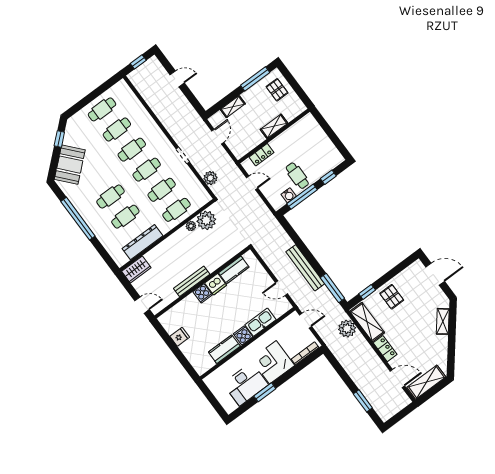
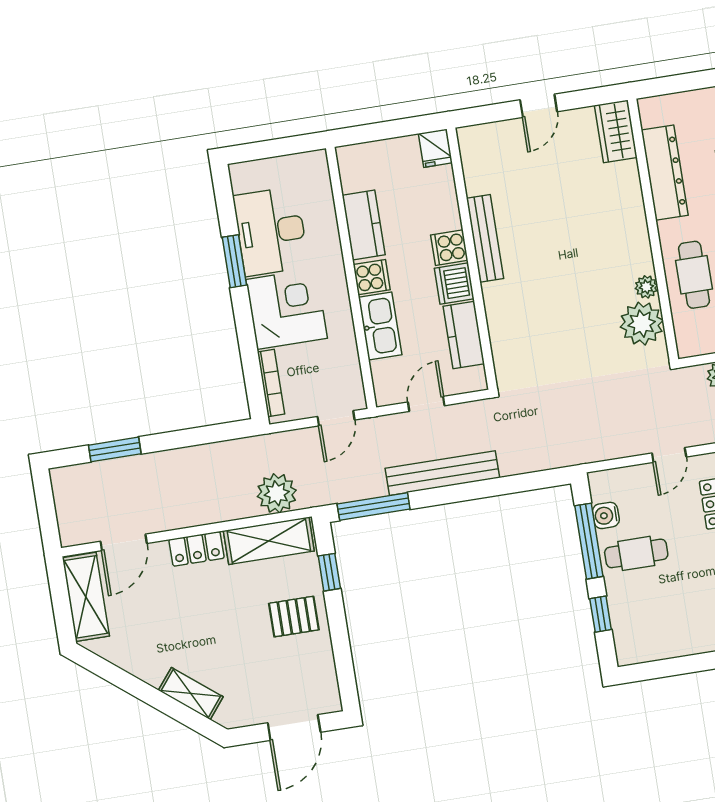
kitchen counter: (234, 270) -> (464, 335), moved
bench: (192, 281) -> (485, 238), moved
wall: (202, 282) -> (472, 259), moved
dishwasher: (216, 284) -> (454, 283), moved
cooker: (203, 293) -> (449, 248), moved

